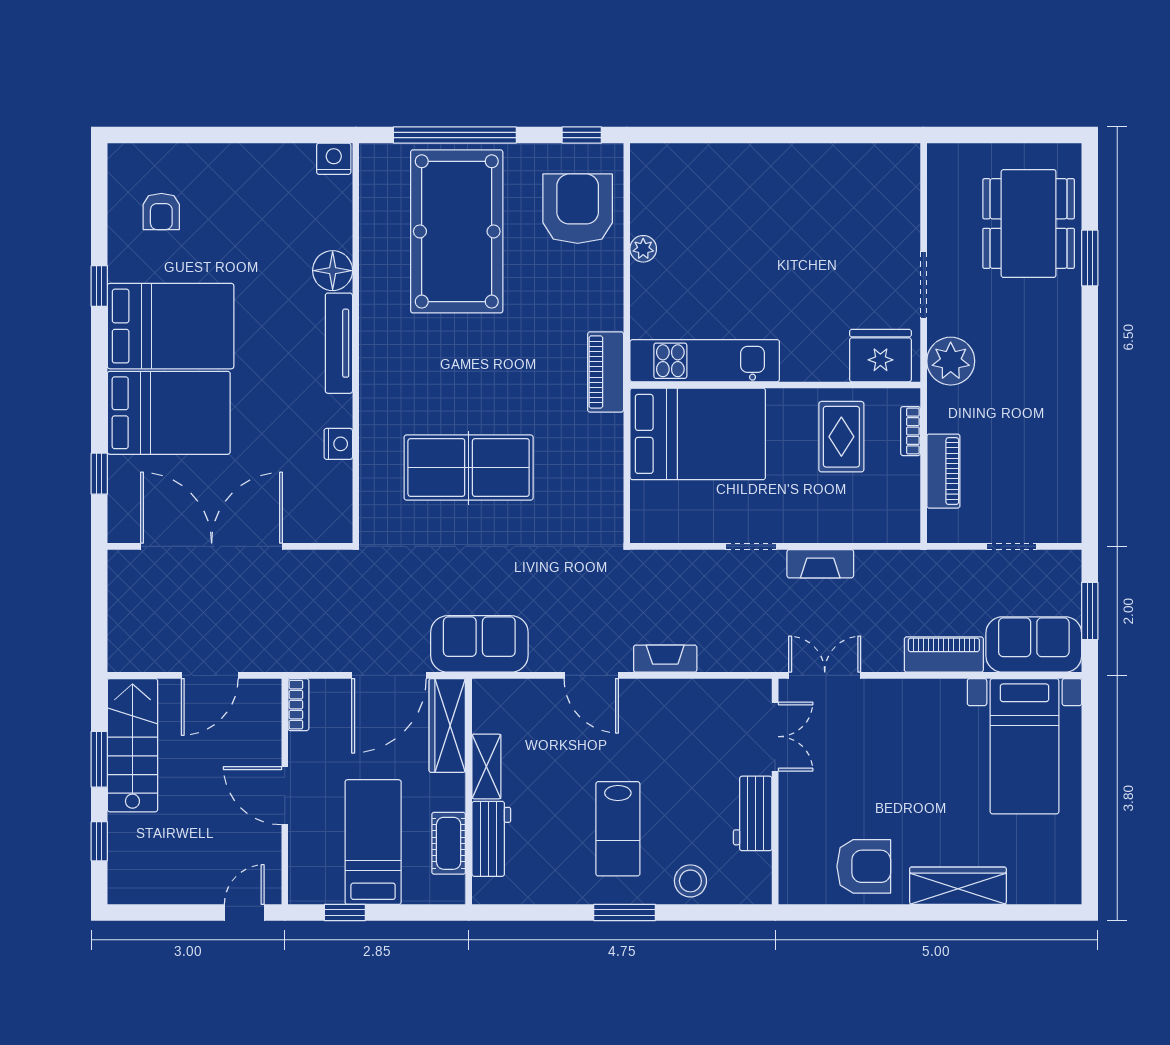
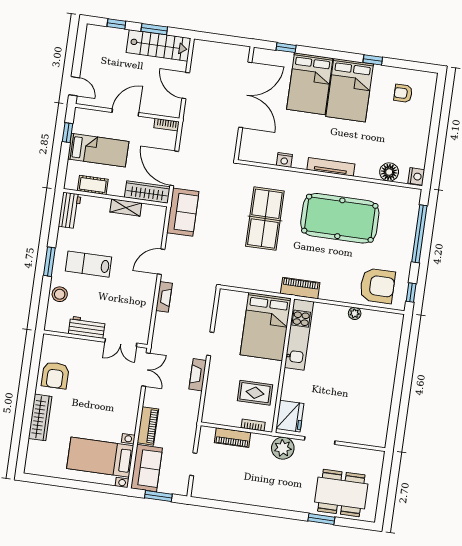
pool table: (457, 231) -> (340, 218), moved
floor lamp: (333, 271) -> (389, 172), moved
workbench: (491, 839) -> (70, 210), moved, turned -90

